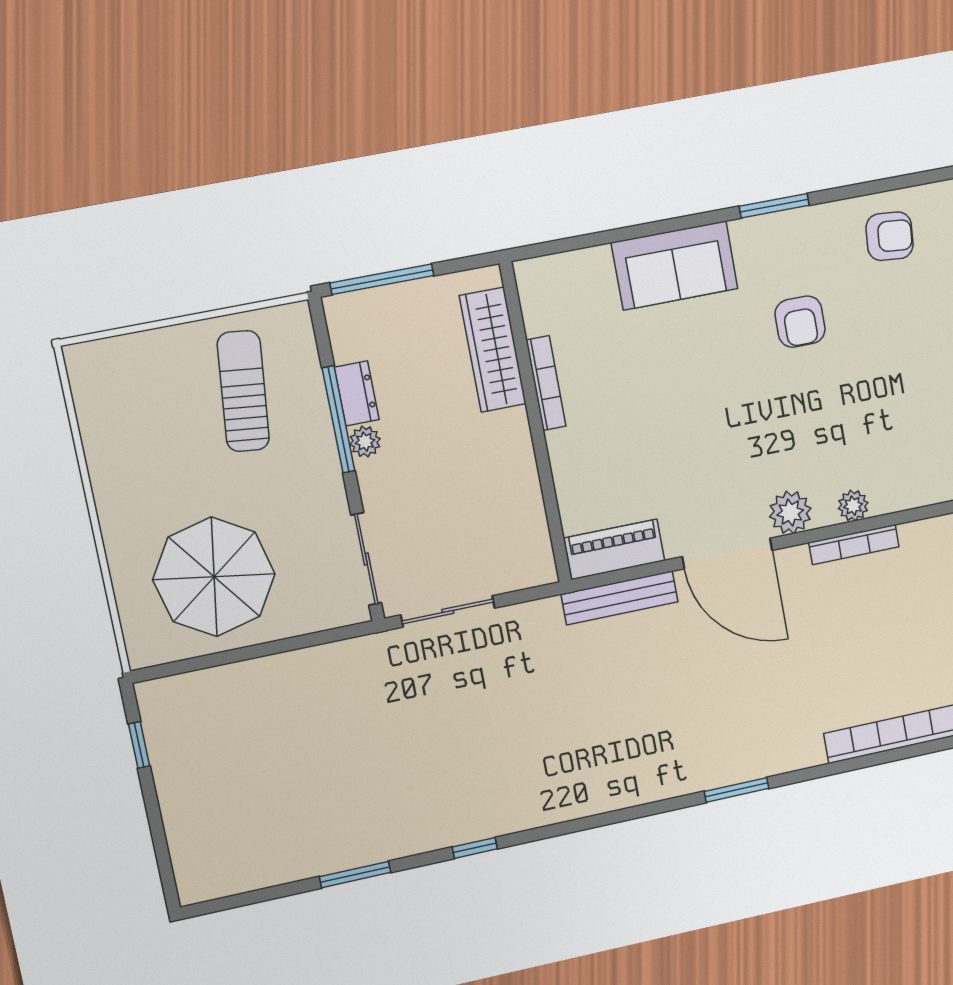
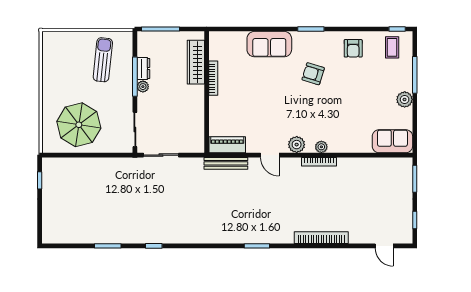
armchair: (890, 236) -> (353, 48), turned 85
armchair: (800, 322) -> (313, 74), turned 107
door: (727, 553) -> (270, 155), width x0.53

